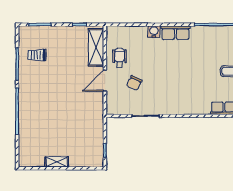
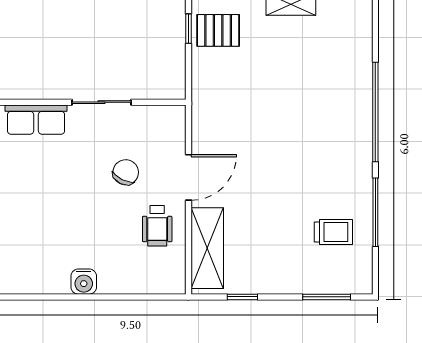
row of seats: (175, 33) -> (36, 120), moved, turned 180
pallet: (91, 150) -> (218, 30), added

